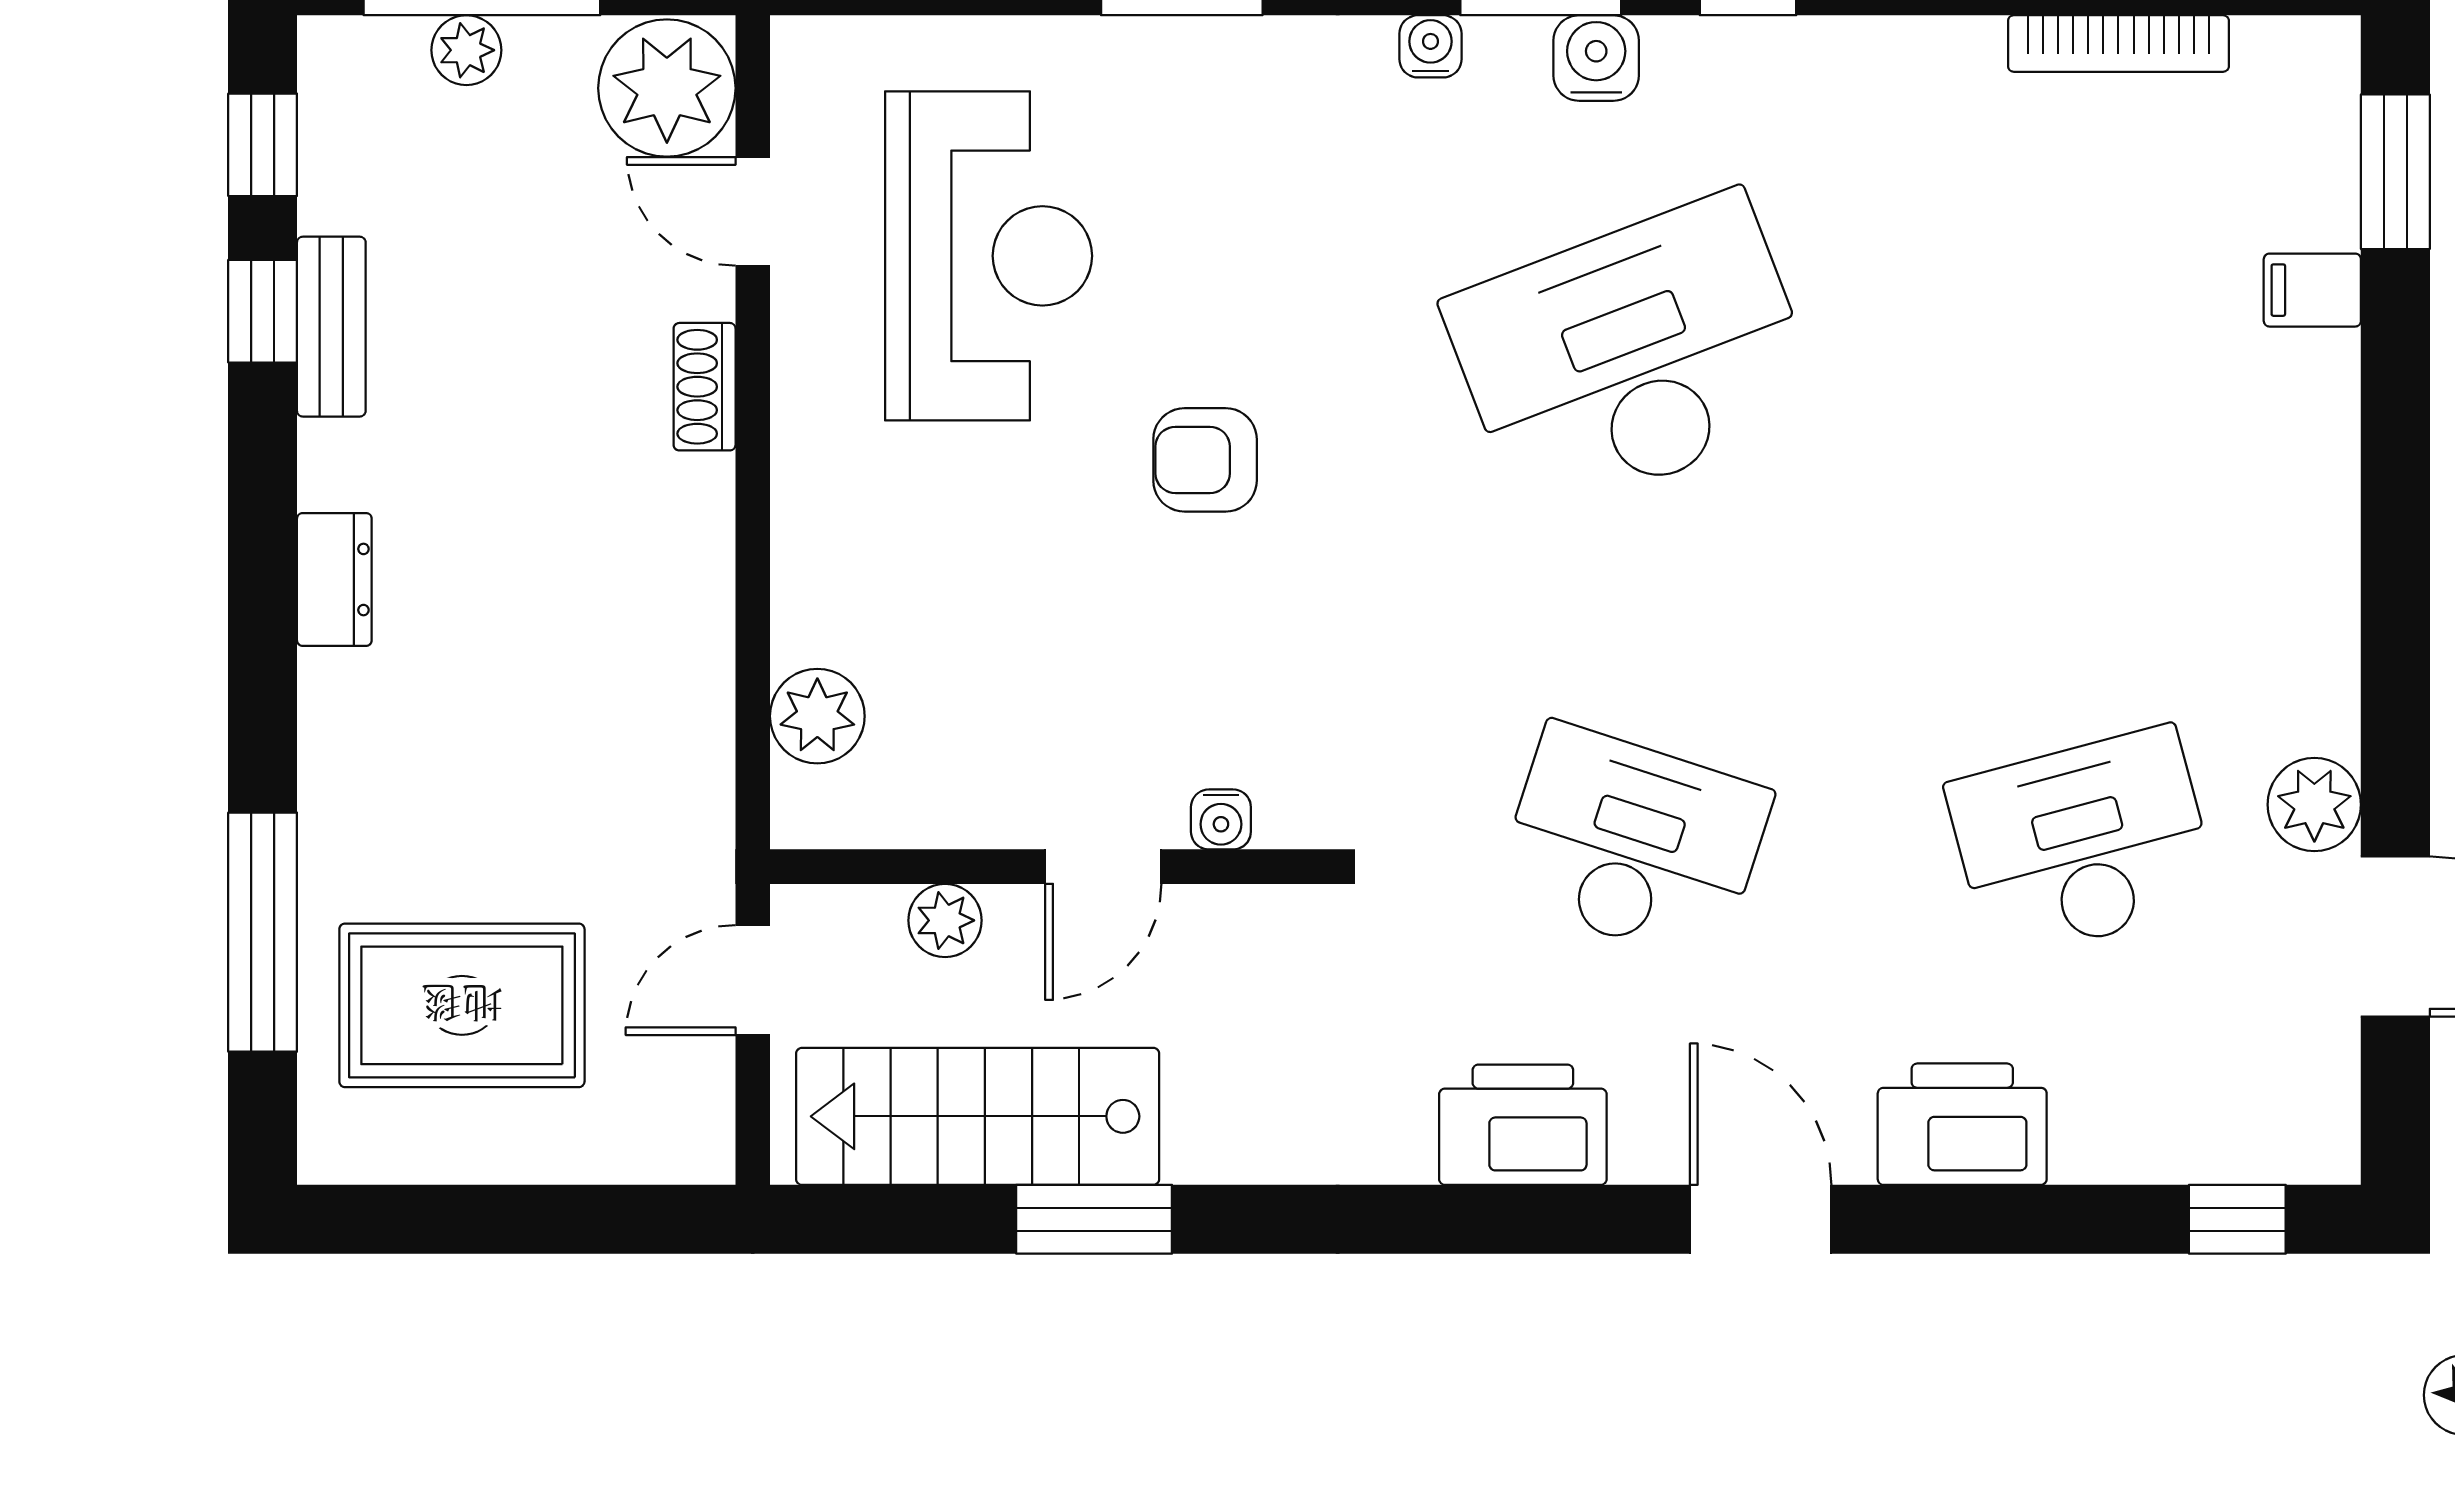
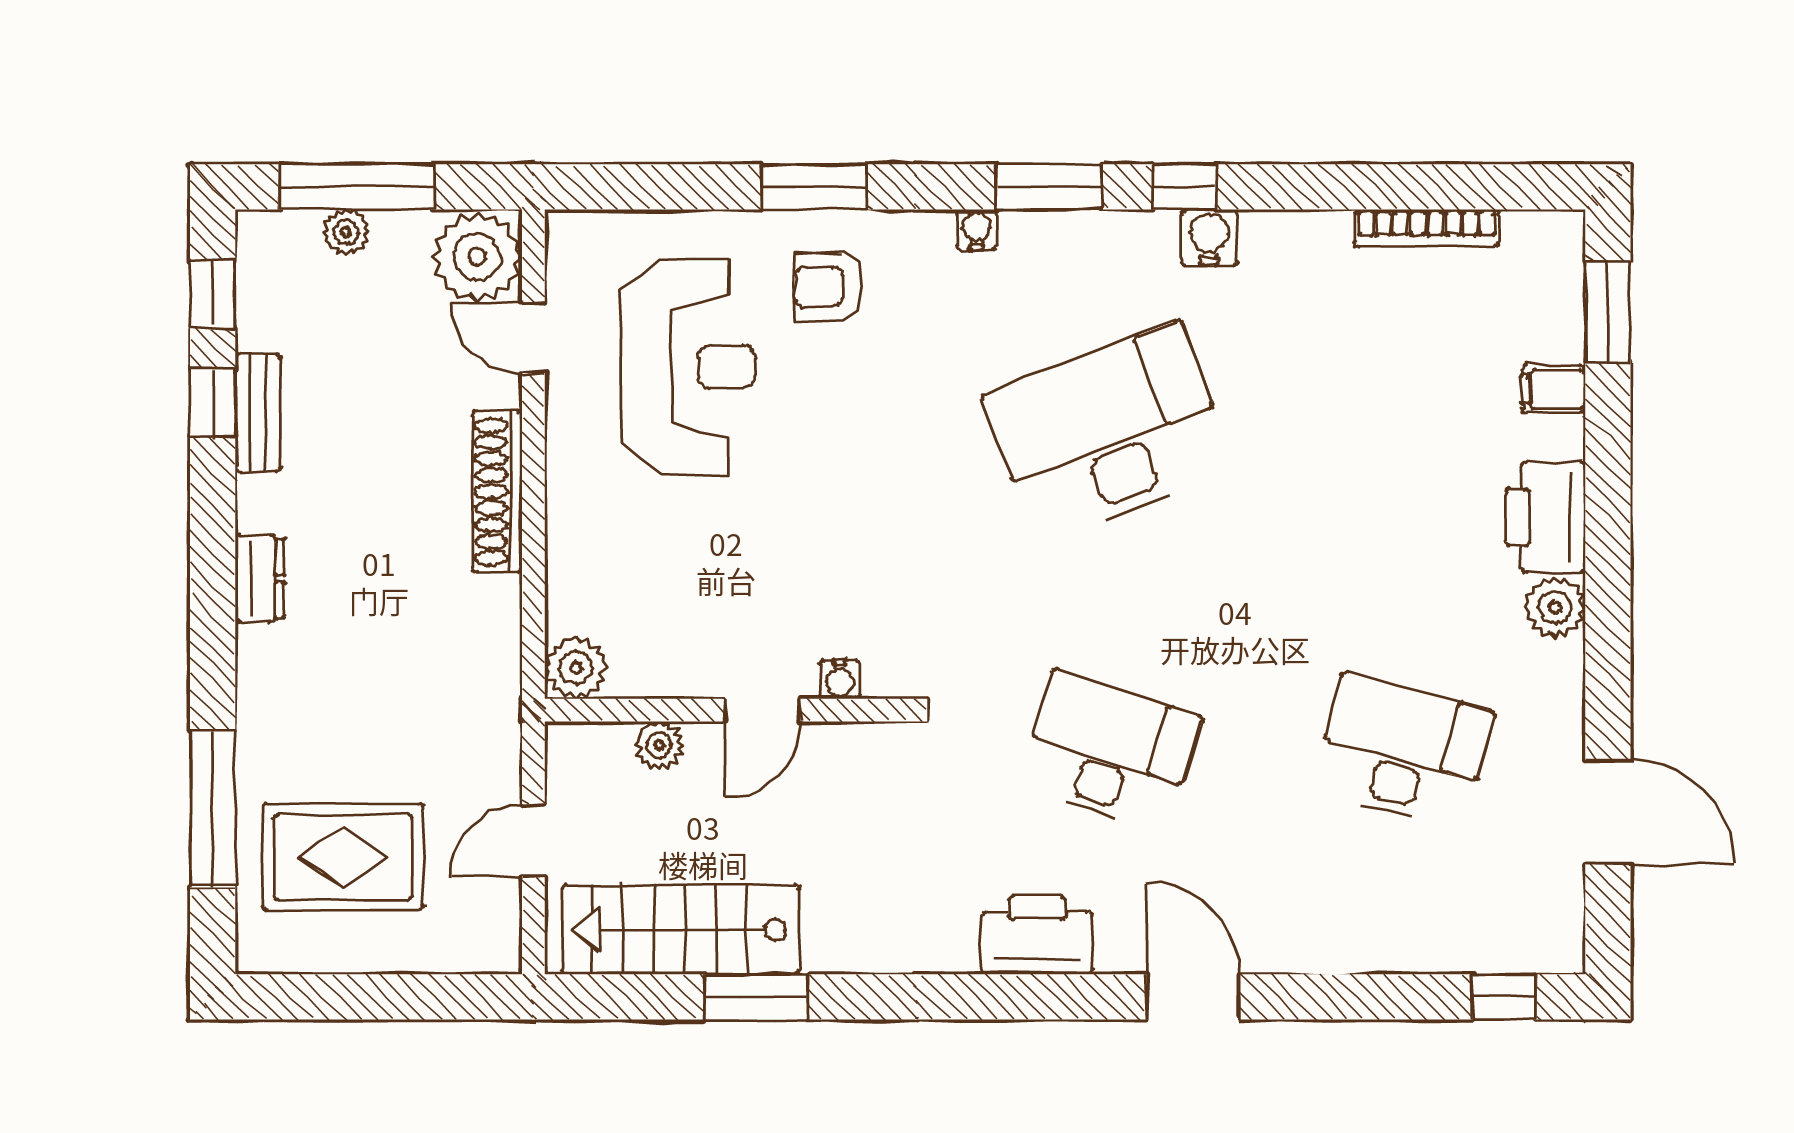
water cooler: (1596, 58) -> (1209, 237), moved
shoe rack: (705, 387) -> (497, 492), width x1.94, depth x1.24
armchair: (1205, 460) -> (828, 287), moved
plant: (2314, 805) -> (1555, 607), moved
water cooler: (1221, 819) -> (840, 679), moved
desk: (2083, 844) -> (1403, 751), turned 30
wall: (1045, 867) -> (725, 710), moved
door: (1103, 867) -> (763, 710), moved
plant: (945, 920) -> (659, 745), moved
printer: (1962, 1124) -> (1546, 517), moved, turned -90

